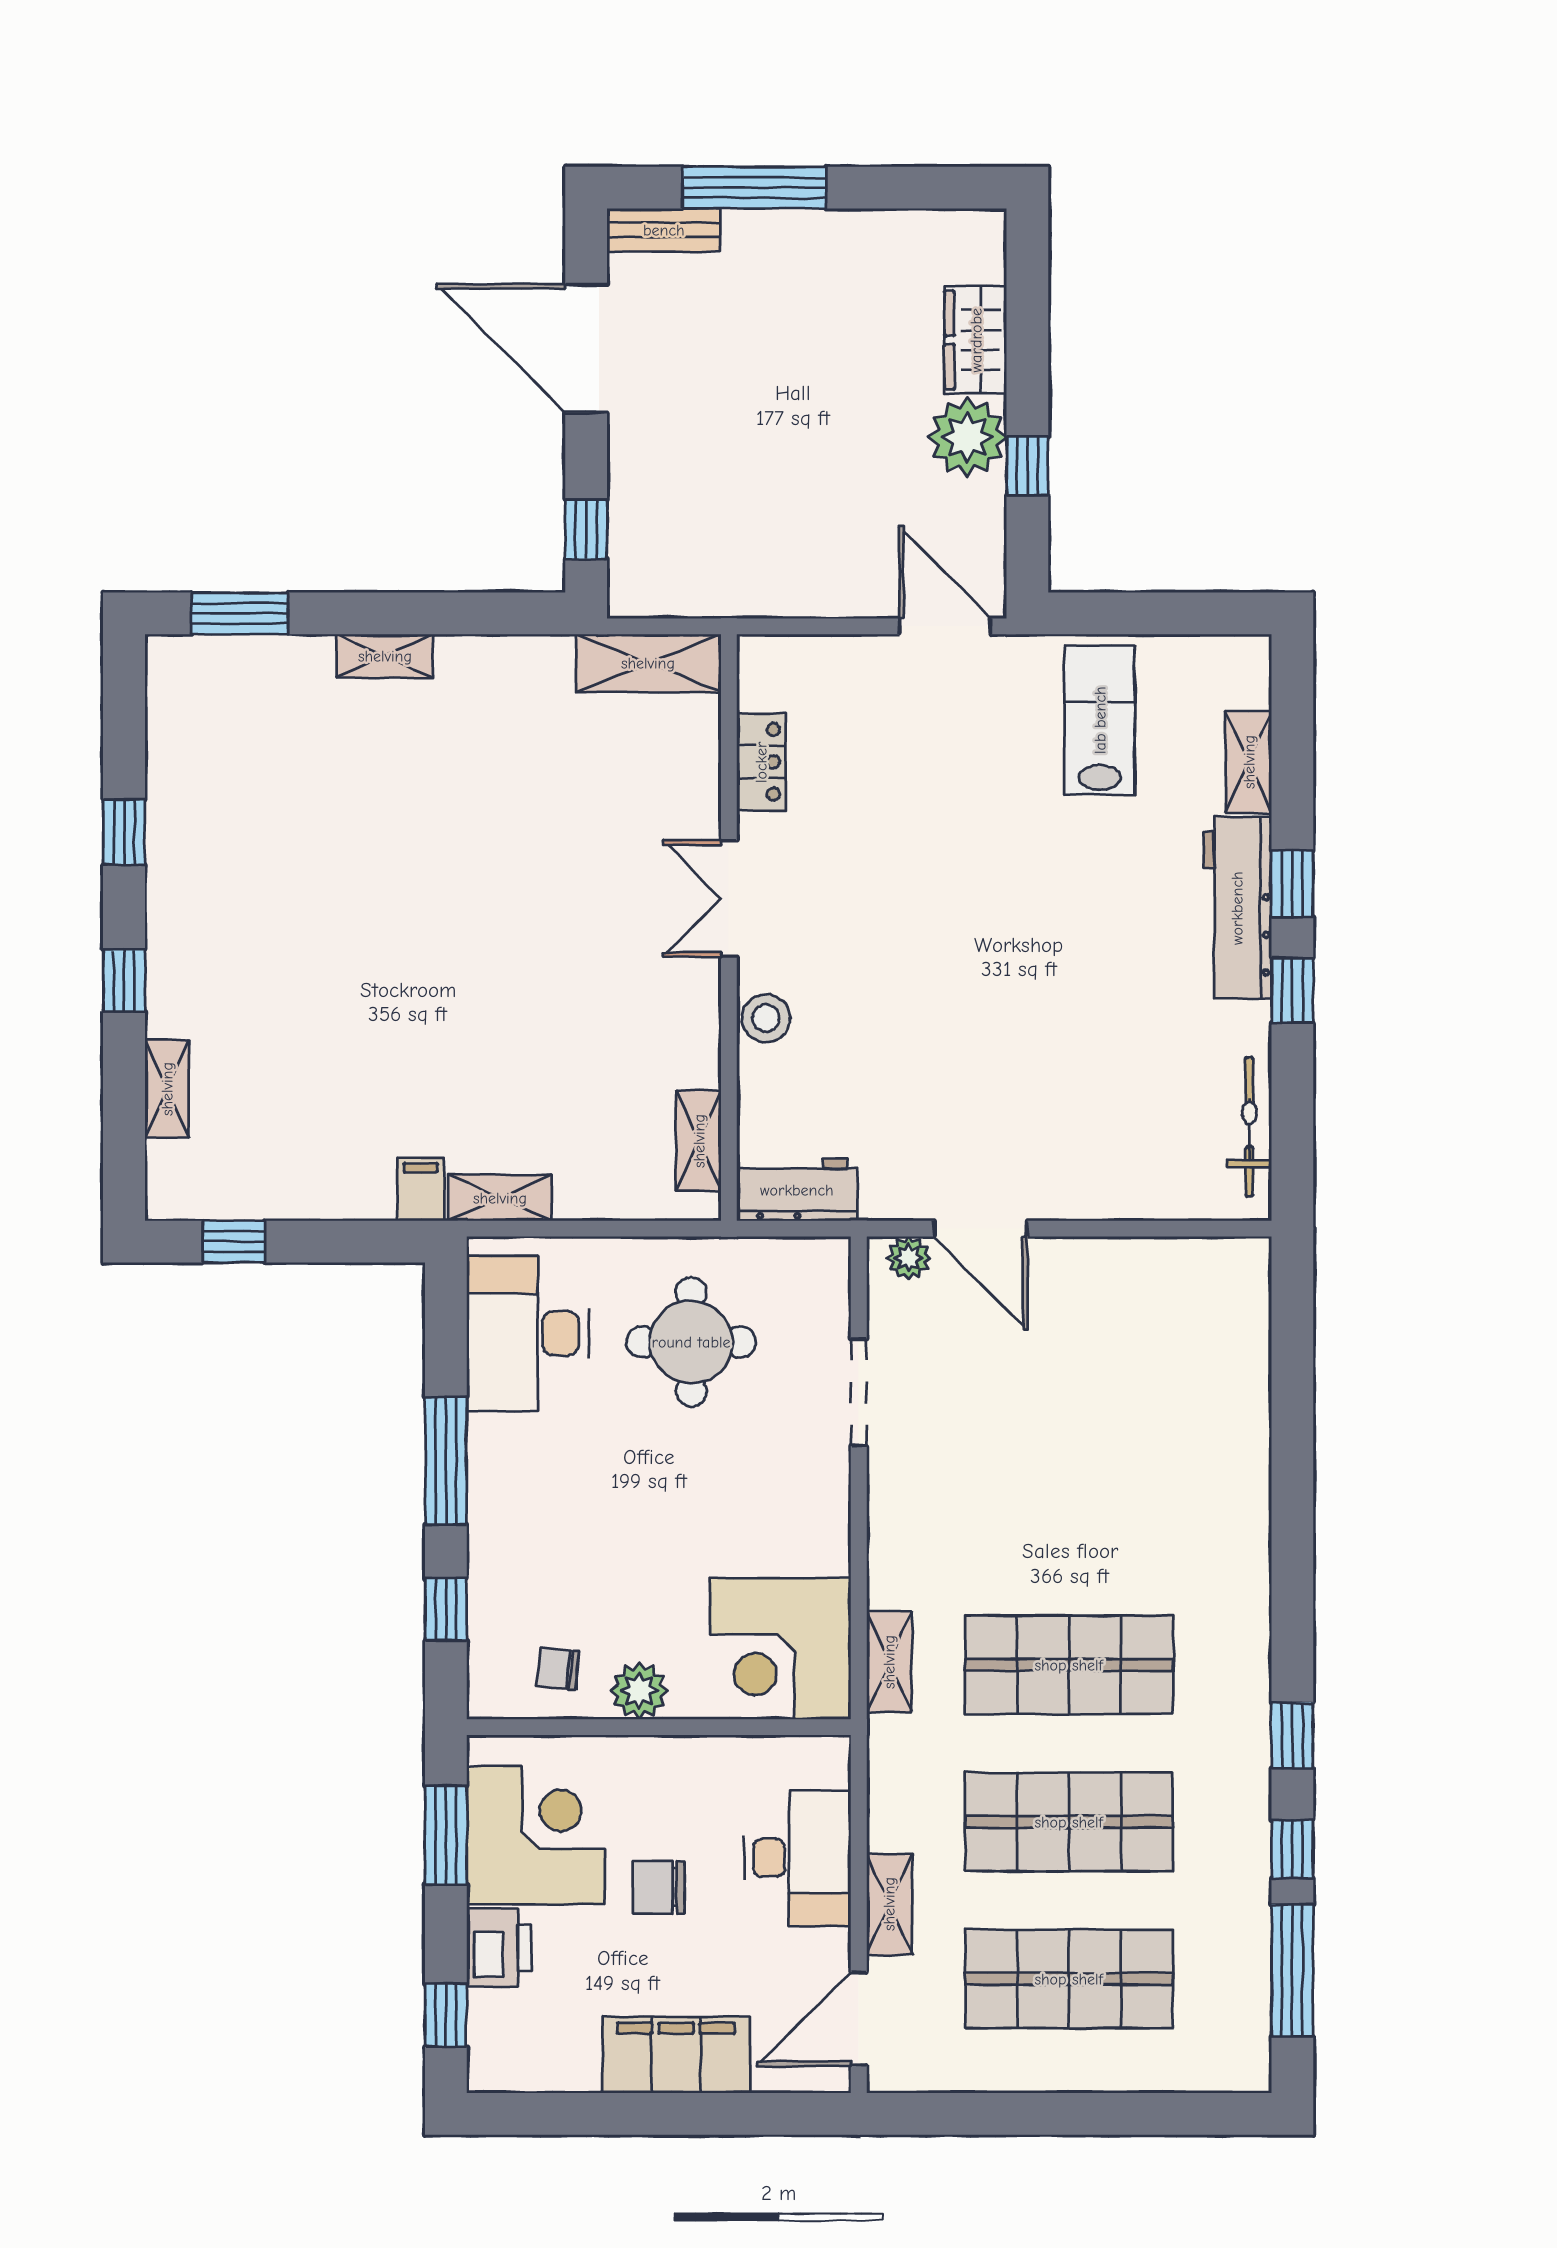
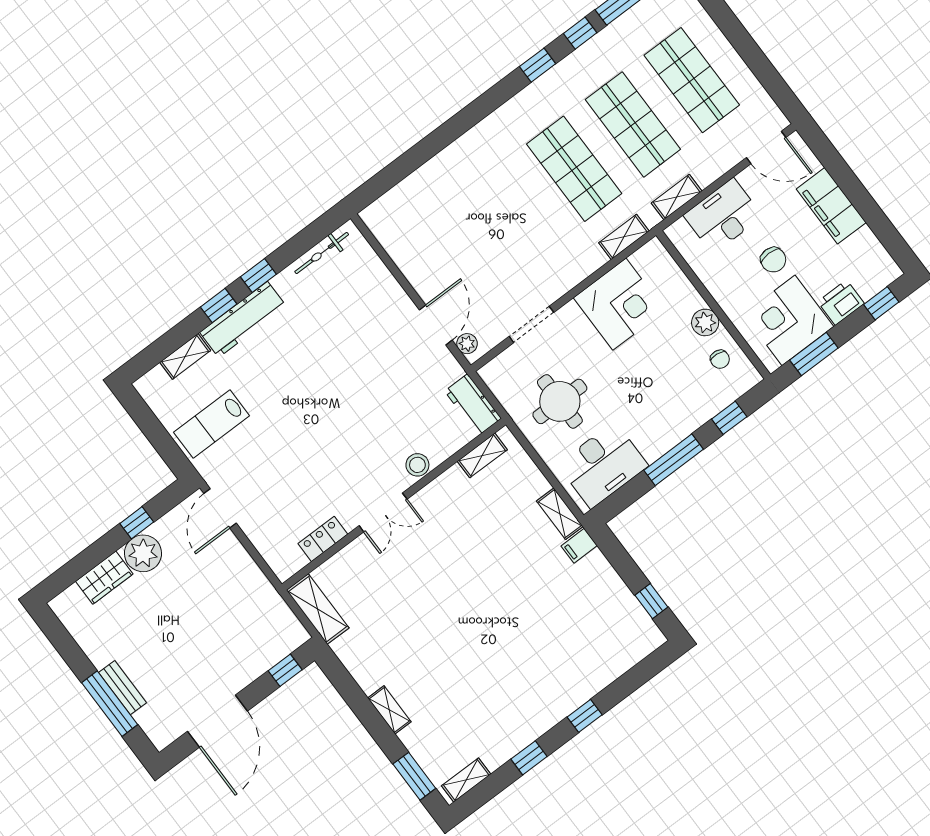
bench: (664, 230) -> (122, 688), moved
shelving: (167, 1089) -> (466, 780), moved
corner desk: (780, 1649) -> (619, 304), moved
shelving: (889, 1904) -> (677, 197), moved

